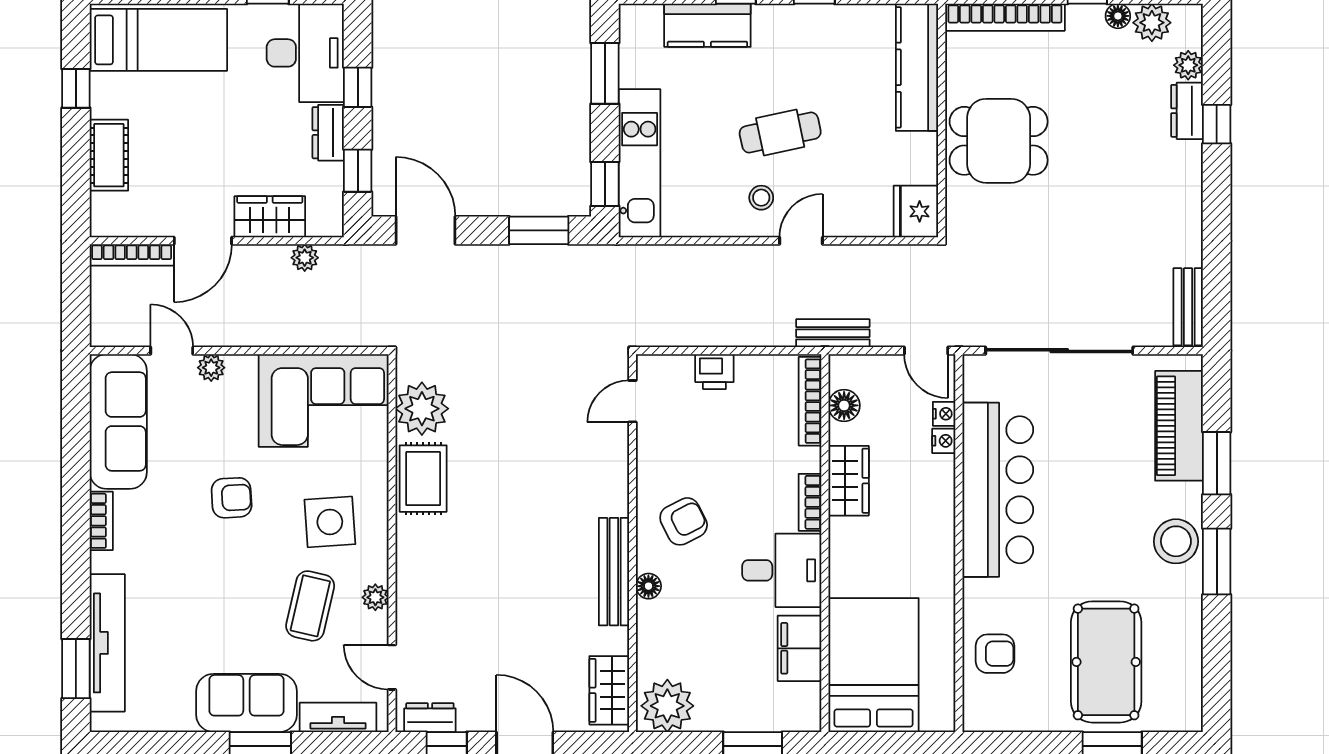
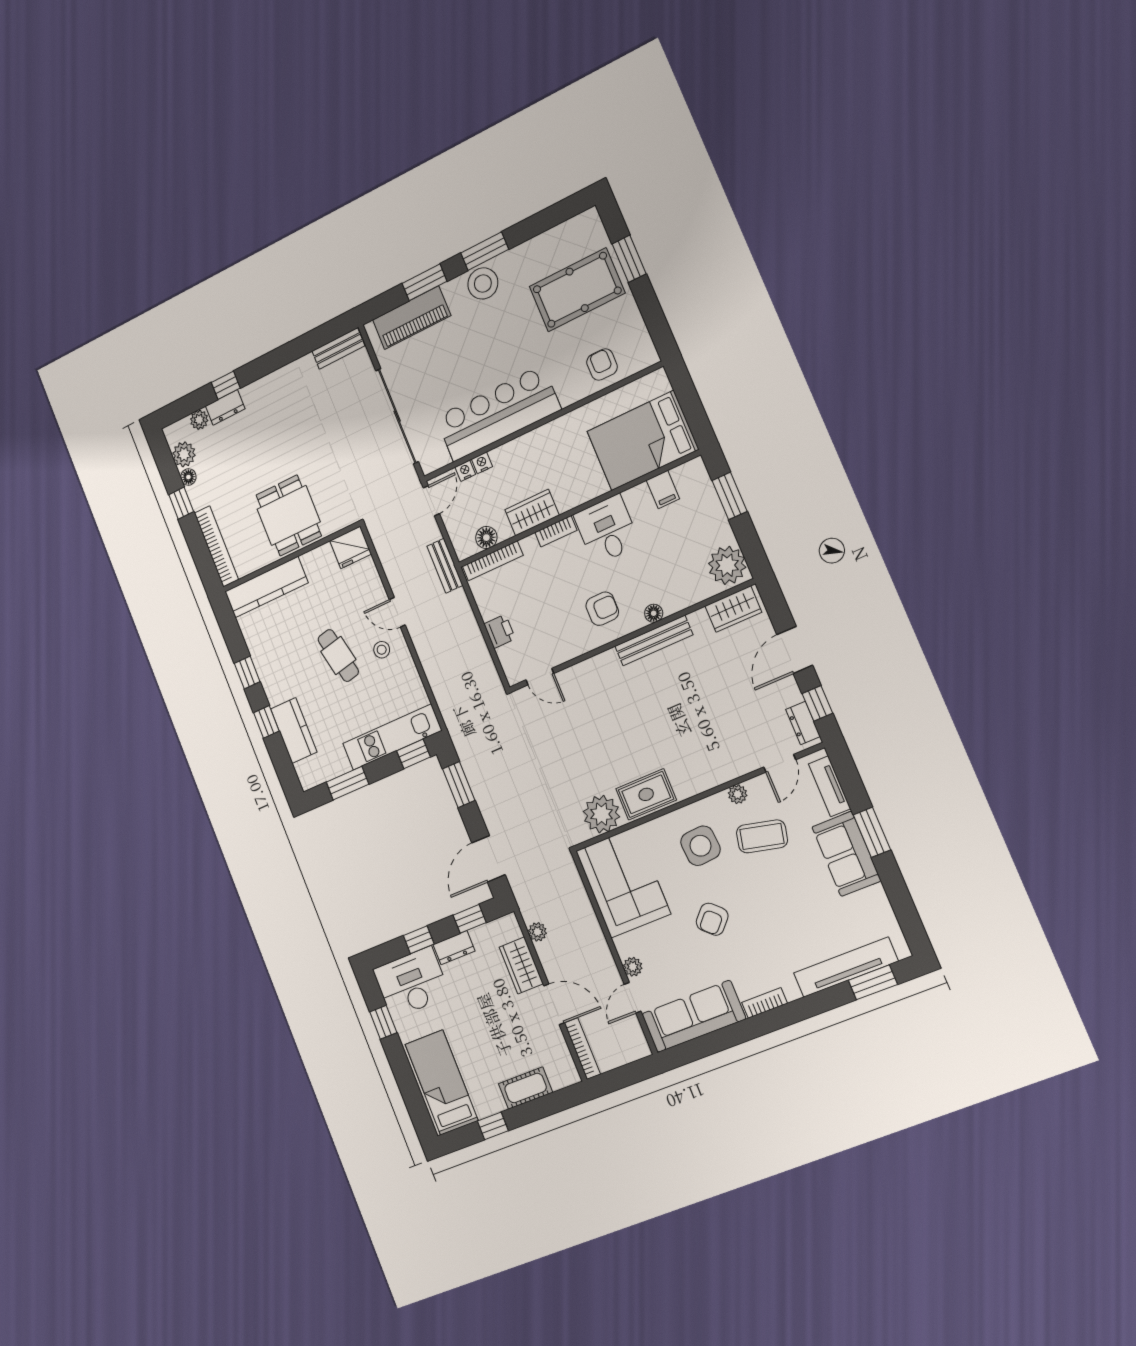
armchair: (232, 498) -> (712, 919), turned -134
armchair: (684, 521) -> (602, 609), turned 117
filing cabinet: (800, 648) -> (663, 489), width x0.50

